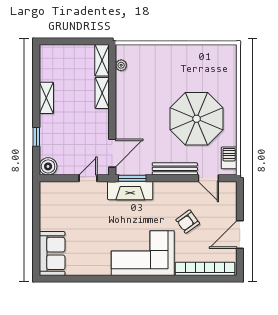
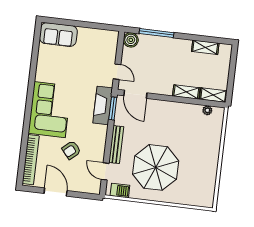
shelving: (46, 98) -> (205, 47), moved
window: (36, 137) -> (156, 33), width x2.17
door: (208, 178) -> (105, 171), hinge flipped
armchair: (188, 222) -> (71, 150), turned -95

